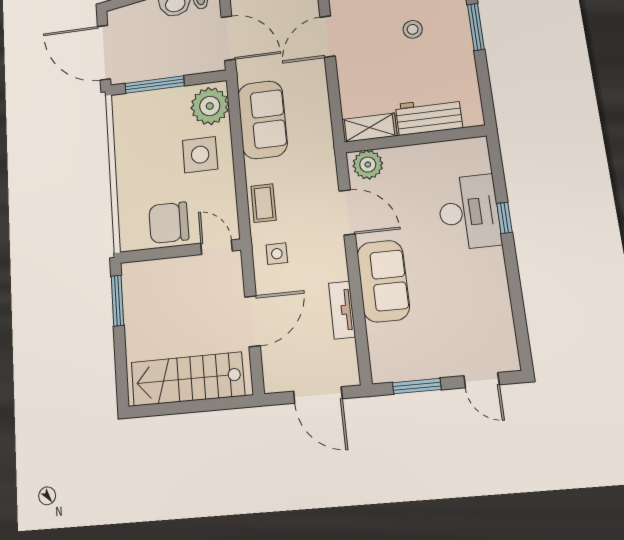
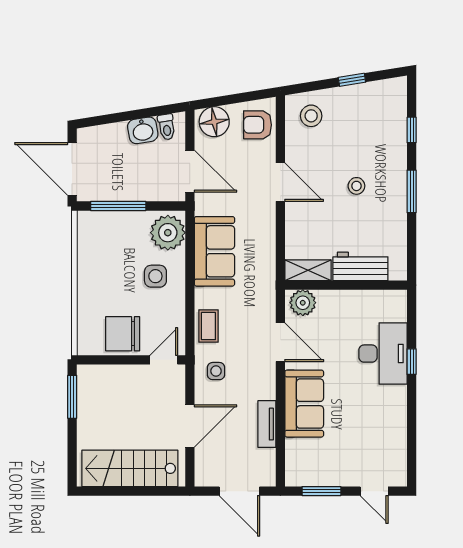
door: (328, 37) -> (280, 182), swing flipped
side table: (200, 155) -> (155, 276), width x0.73, depth x0.73
door: (217, 247) -> (164, 360), hinge flipped

